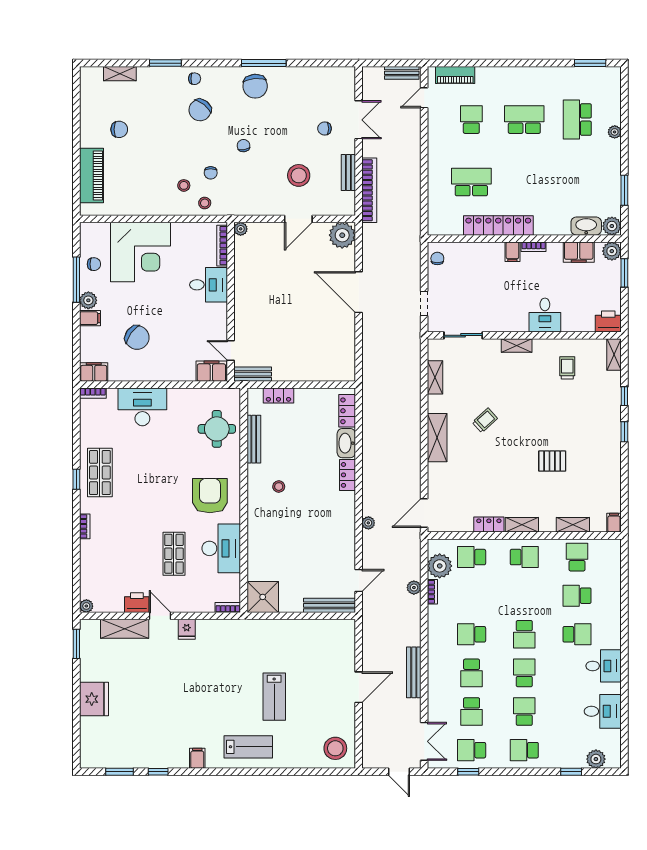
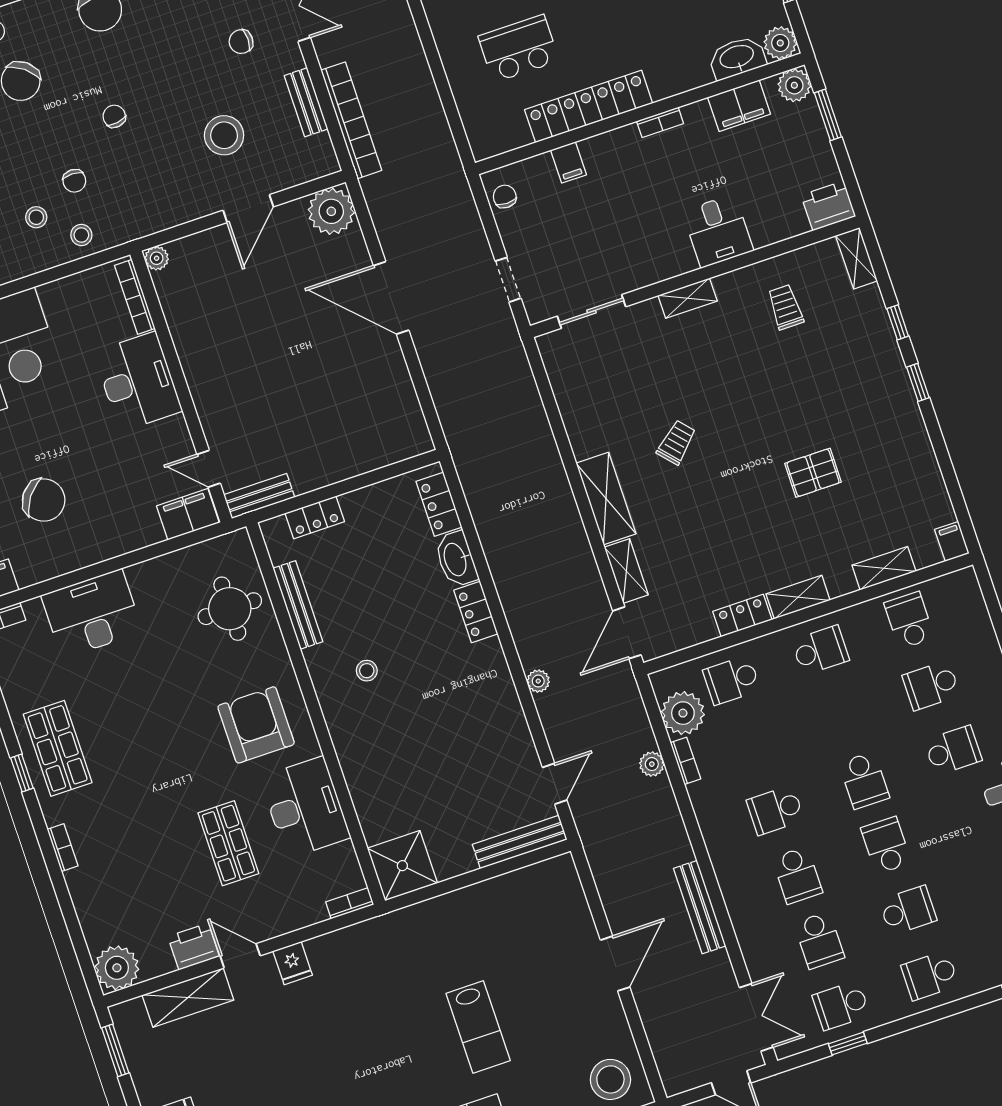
filing cabinet: (512, 252) -> (569, 162), moved
desk: (209, 285) -> (138, 382), width x1.37
shelving: (435, 377) -> (626, 571), moved
plant: (86, 606) -> (117, 968), width x1.87, depth x1.87
school desk: (524, 712) -> (908, 910), turned 90

